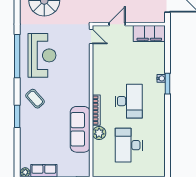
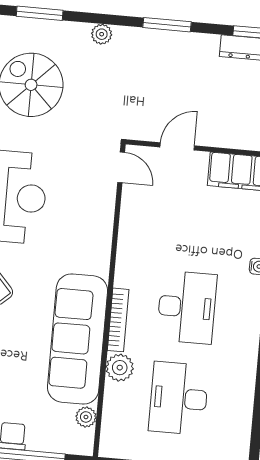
sofa: (80, 129) -> (78, 339), width x1.36, depth x1.27
plant: (85, 158) -> (86, 417), added

